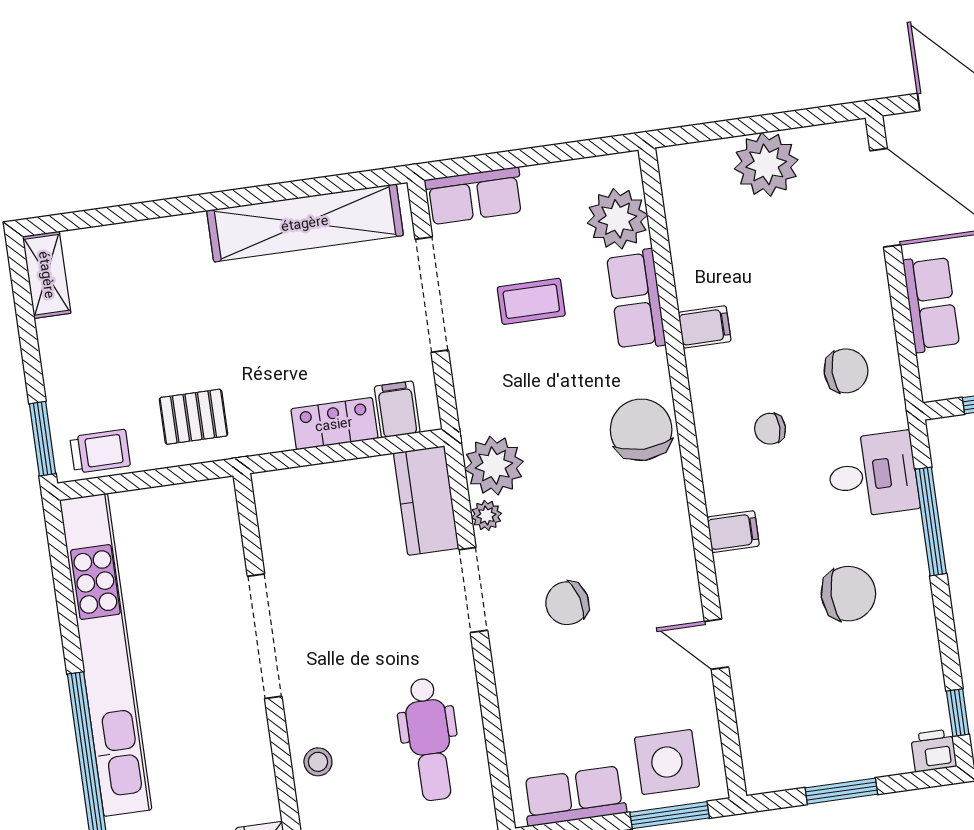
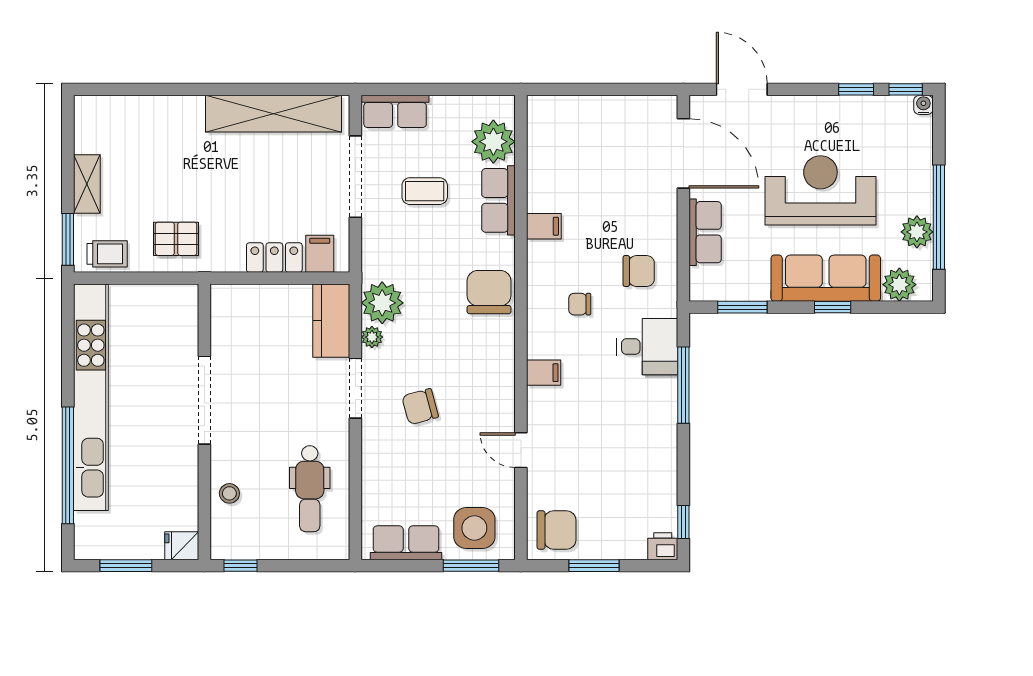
plant: (766, 164) -> (603, 118), removed
shelving: (47, 275) -> (87, 184), moved
chair: (848, 594) -> (556, 530), moved

